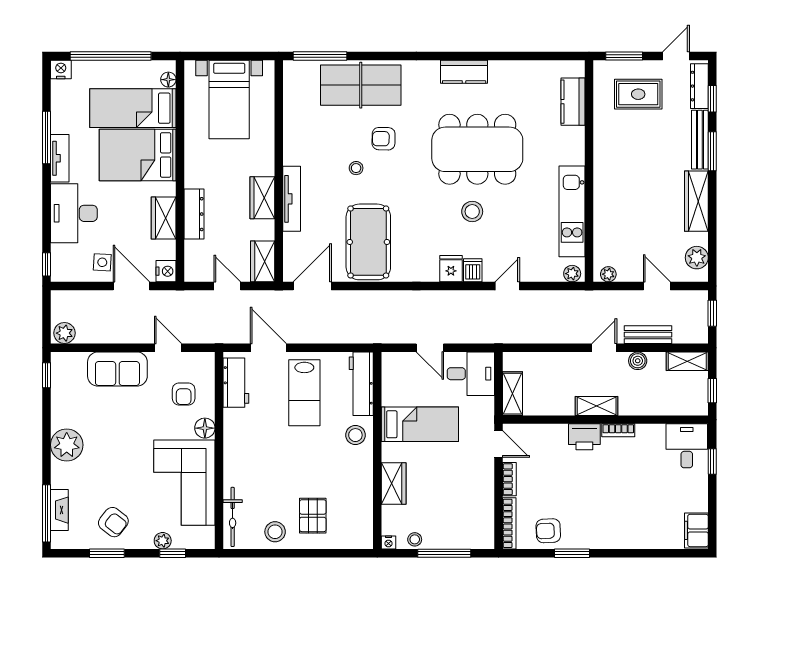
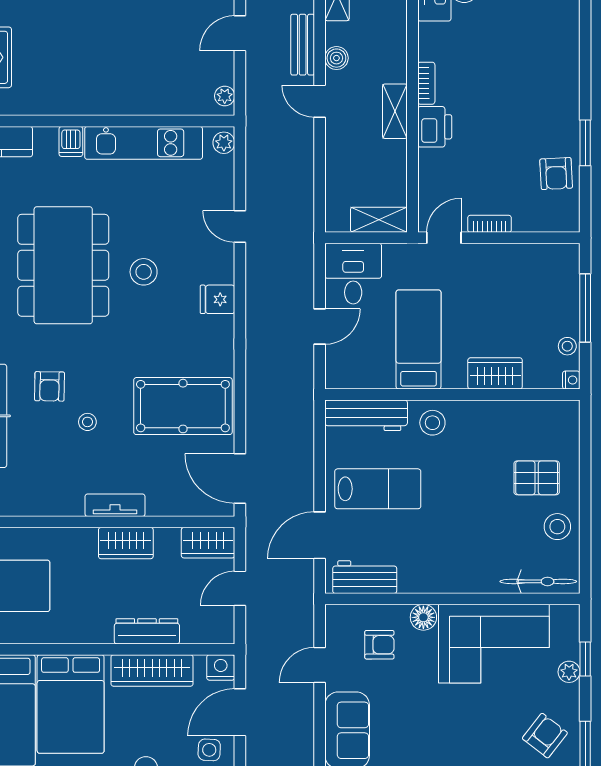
tv unit: (292, 199) -> (115, 505), width x0.71
wardrobe: (164, 218) -> (152, 670), width x1.50
dishwasher: (473, 270) -> (71, 141), moved, turned -90
bookcase: (509, 523) -> (547, 224), removed

